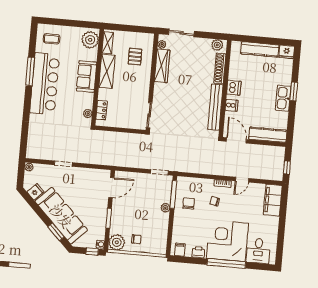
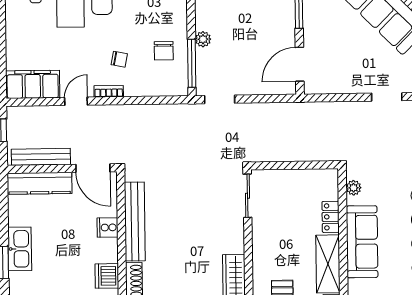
sofa: (87, 76) -> (362, 242), width x1.36
dishwasher: (234, 88) -> (107, 276), moved
locker: (102, 110) -> (331, 217), moved
bench: (266, 150) -> (41, 157), added
filing cabinet: (273, 200) -> (33, 84), moved, turned -90

